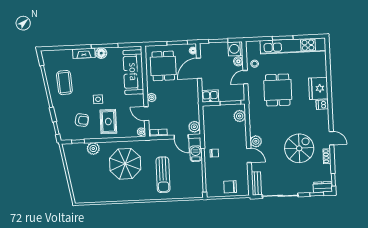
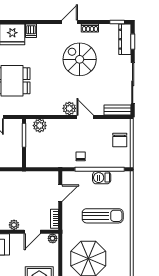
kitchen sink: (210, 96) -> (15, 158), removed
plant: (194, 127) -> (50, 178), removed
barbecue: (196, 154) -> (102, 178), moved
door: (249, 155) -> (85, 117), hinge flipped
dresser: (323, 187) -> (125, 39), width x1.44

